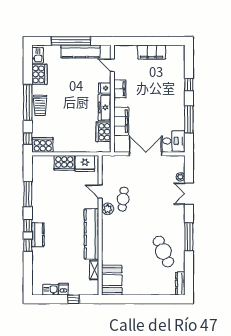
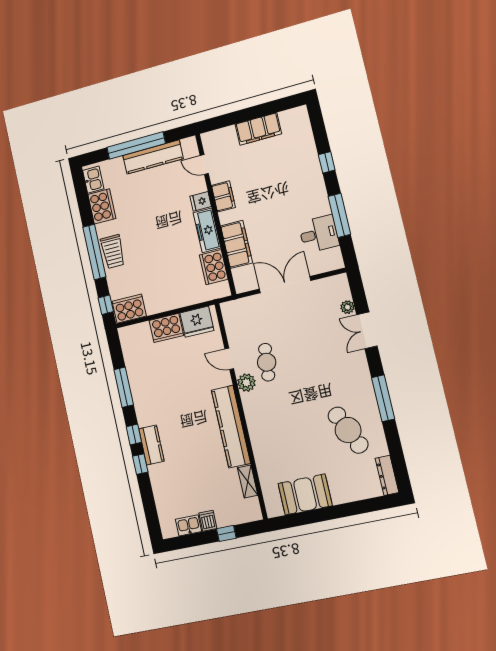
desk: (174, 141) -> (319, 234), moved
booth: (112, 280) -> (305, 494), moved, turned 90

